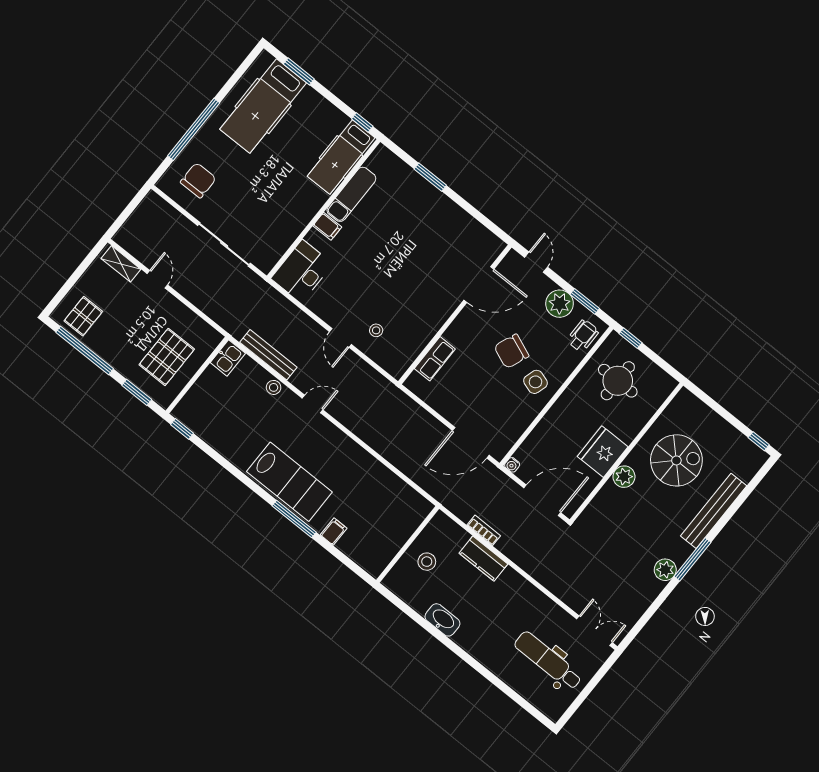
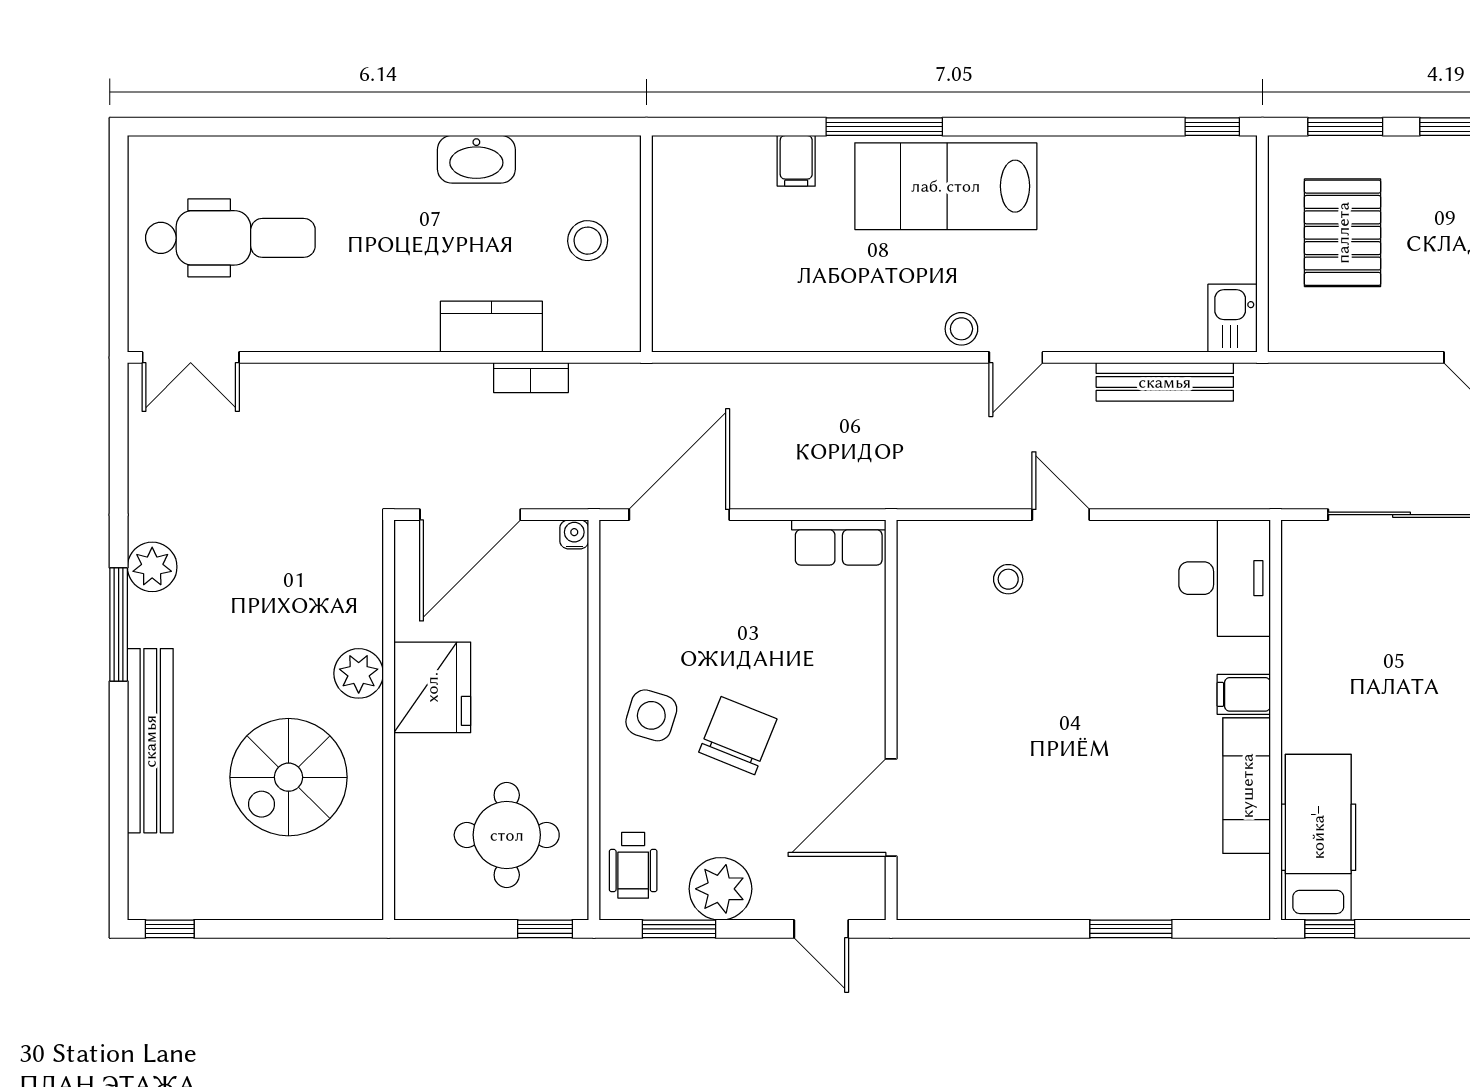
row of seats: (435, 359) -> (839, 542), moved, turned -90
stool: (274, 387) -> (961, 329), moved

